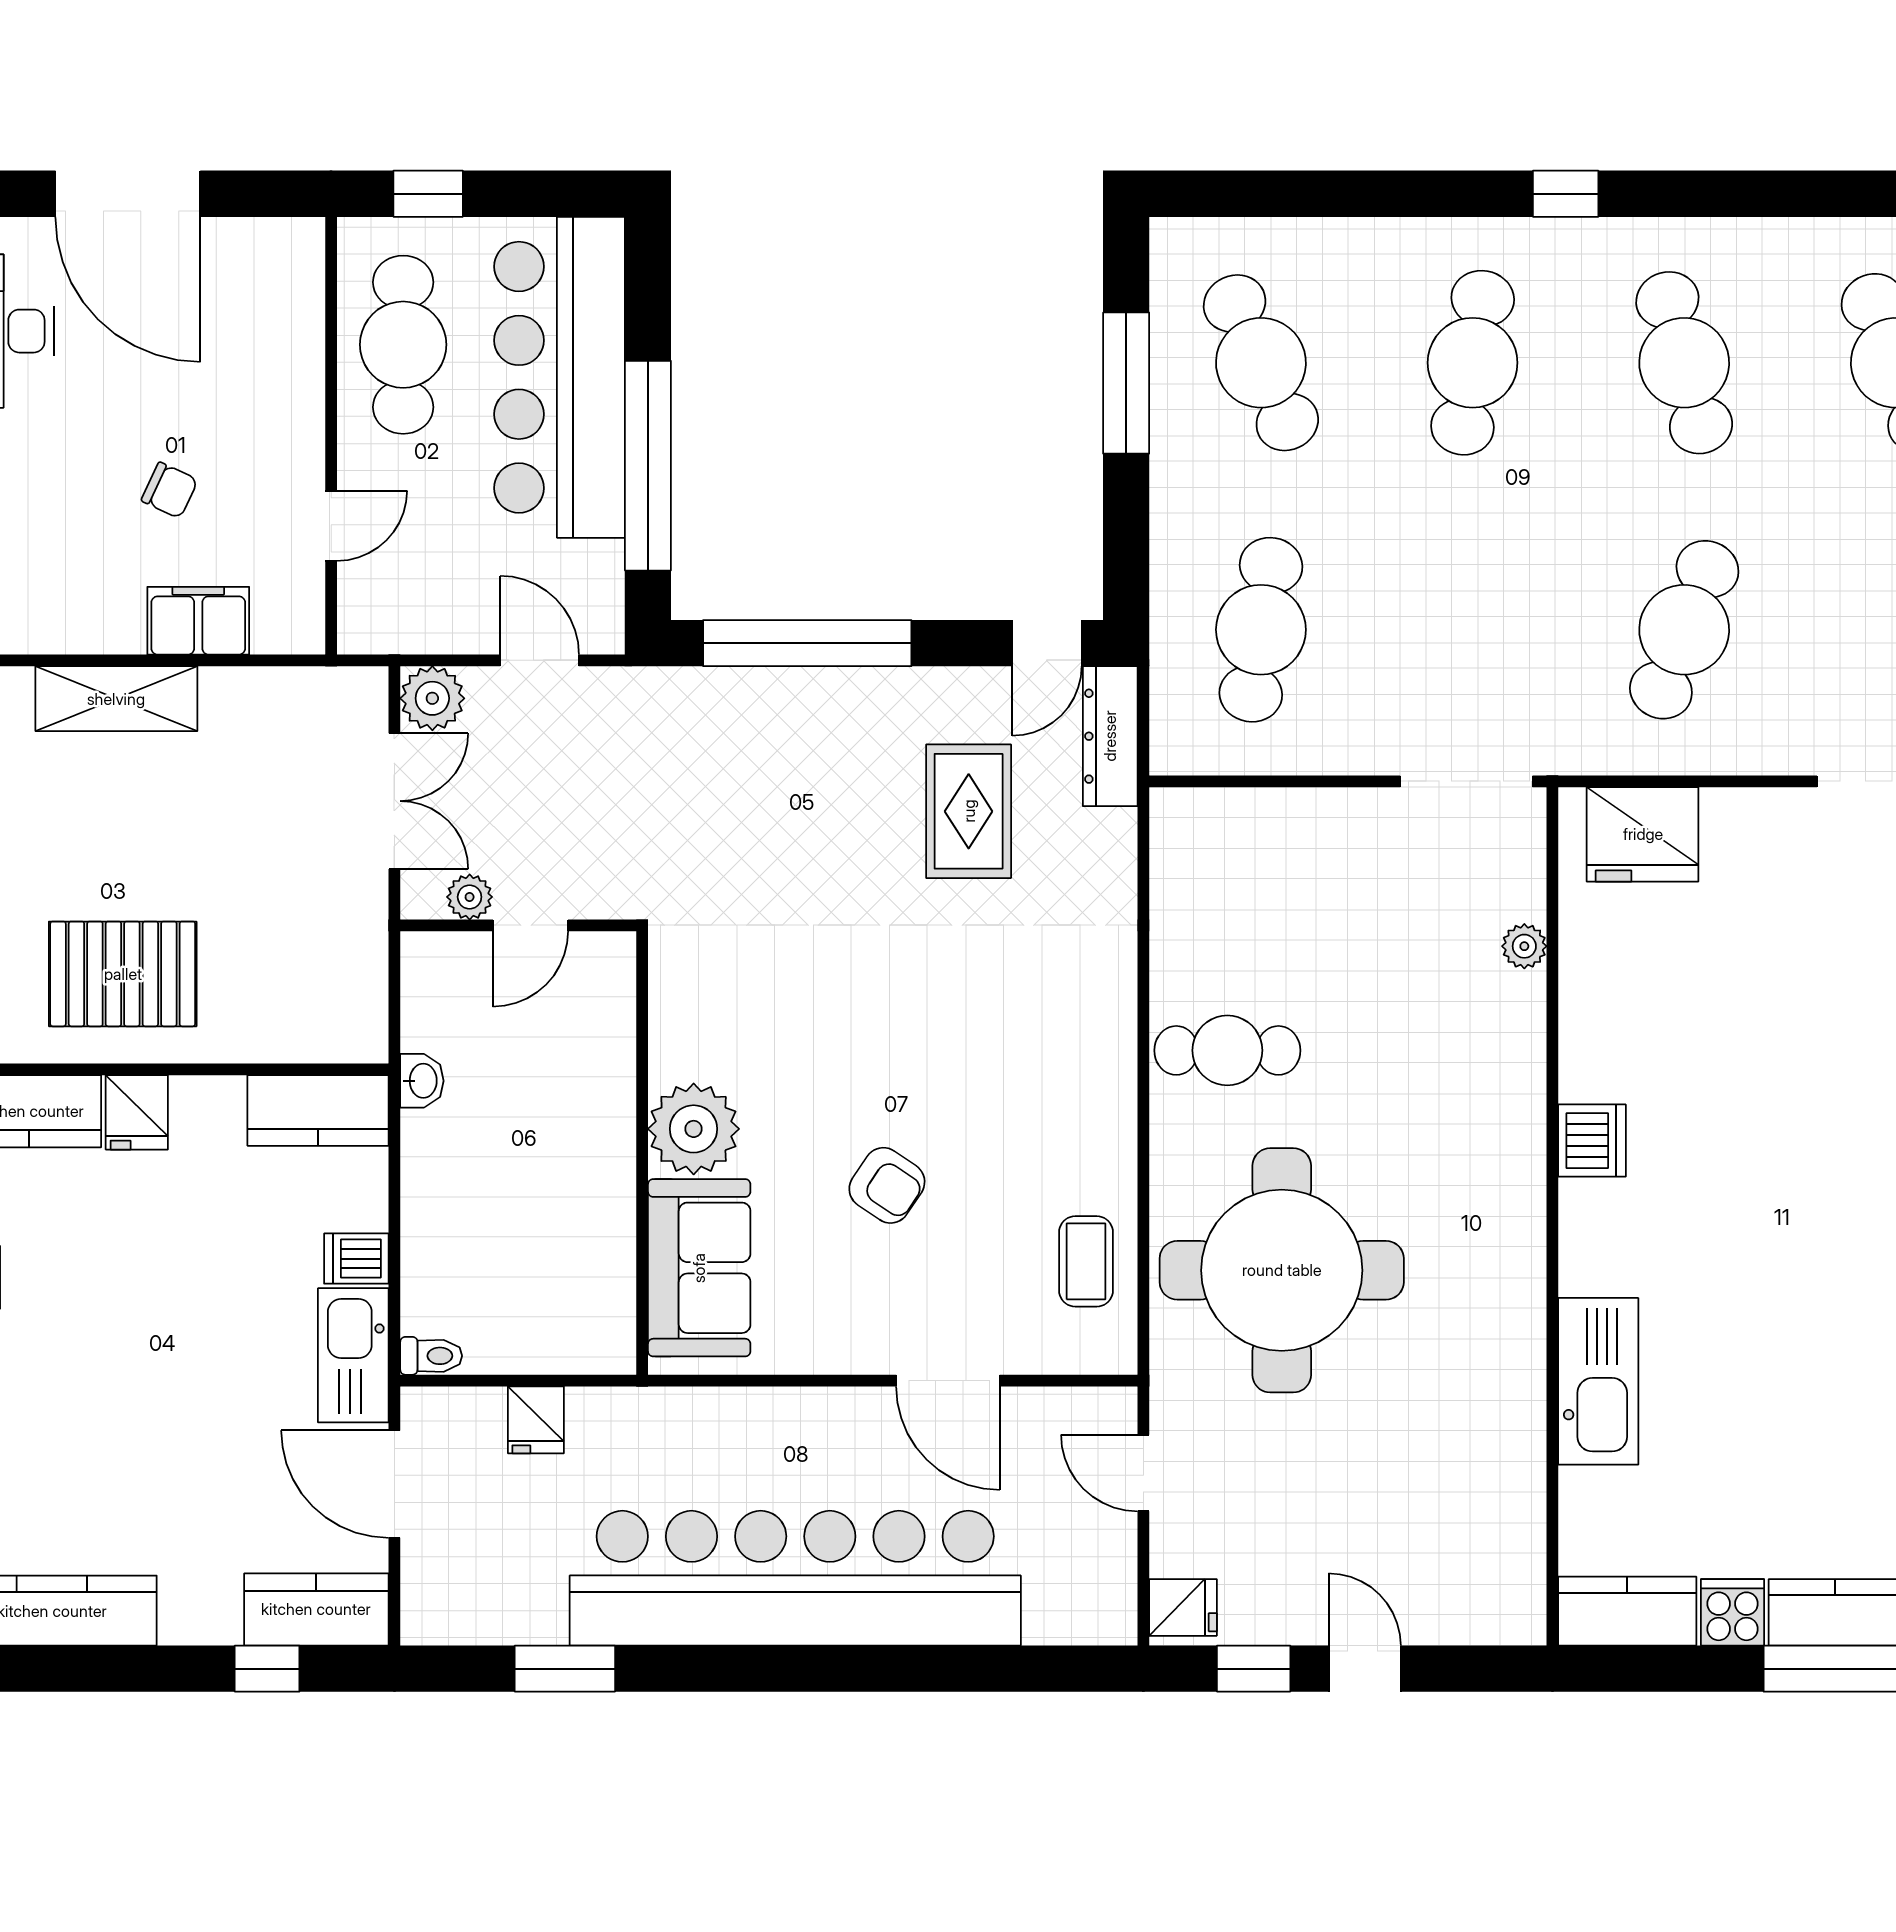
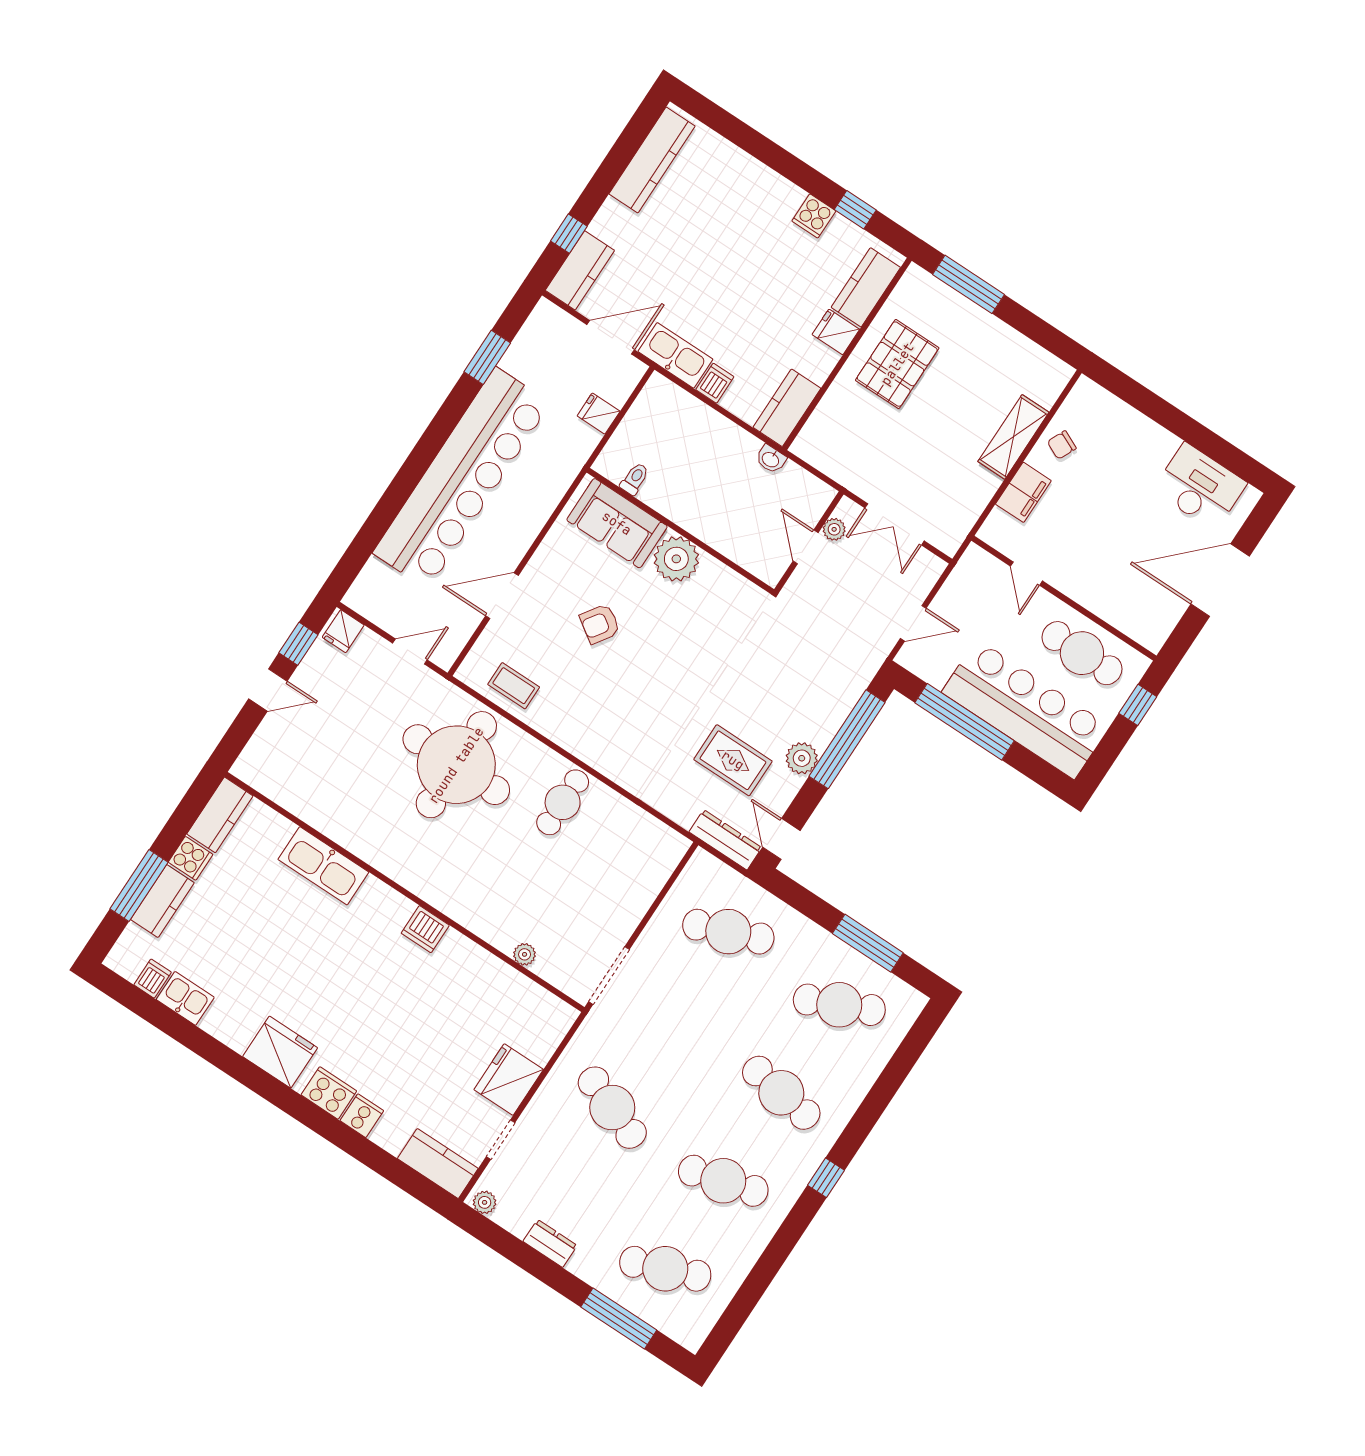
chair: (170, 490) -> (1062, 445), moved
cafe table: (1261, 630) -> (728, 932), turned -30
plant: (432, 698) -> (802, 758), moved
fridge: (1643, 834) -> (509, 1080), moved
toilet: (431, 1356) -> (635, 479), moved, turned 180

